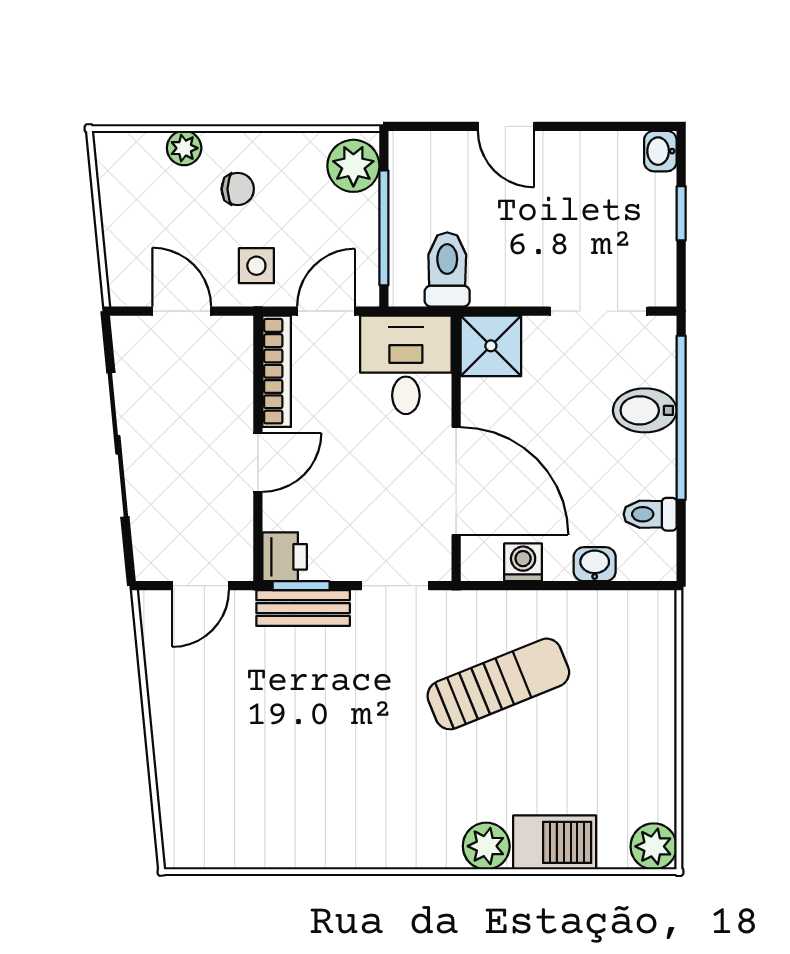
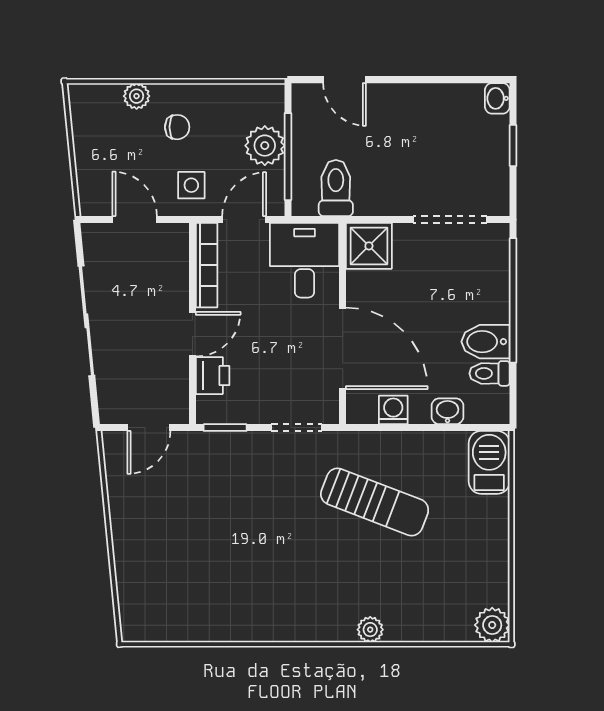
door: (506, 126) -> (345, 80), moved
plant: (353, 166) -> (265, 146), moved
bidet: (645, 410) -> (485, 342), moved
printer: (285, 557) -> (213, 376), moved
bench: (303, 608) -> (227, 445), removed
sun lounger: (498, 684) -> (375, 502), turned 43
barbecue: (555, 842) -> (489, 462), moved, turned -90
plant: (486, 846) -> (370, 630), width x0.73, depth x0.73

